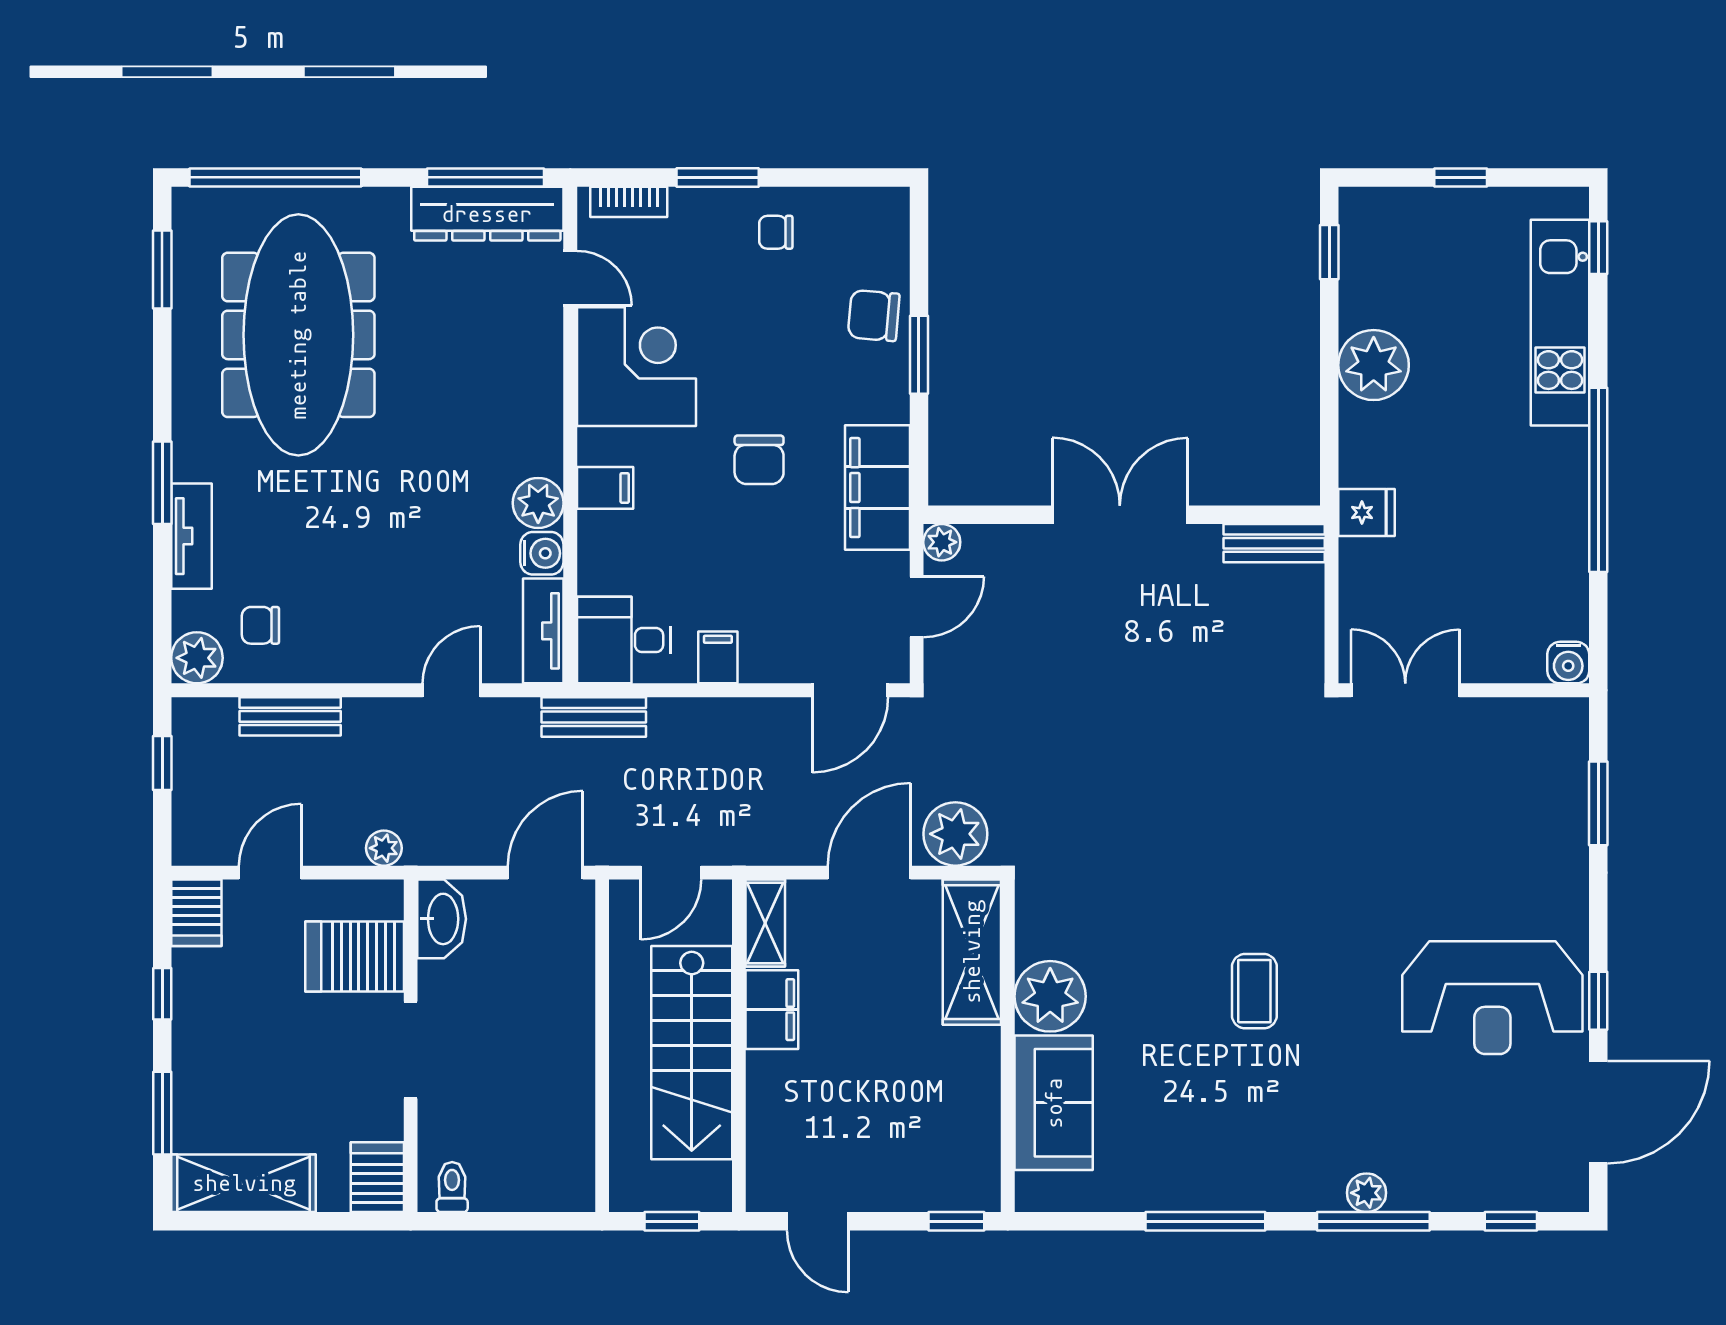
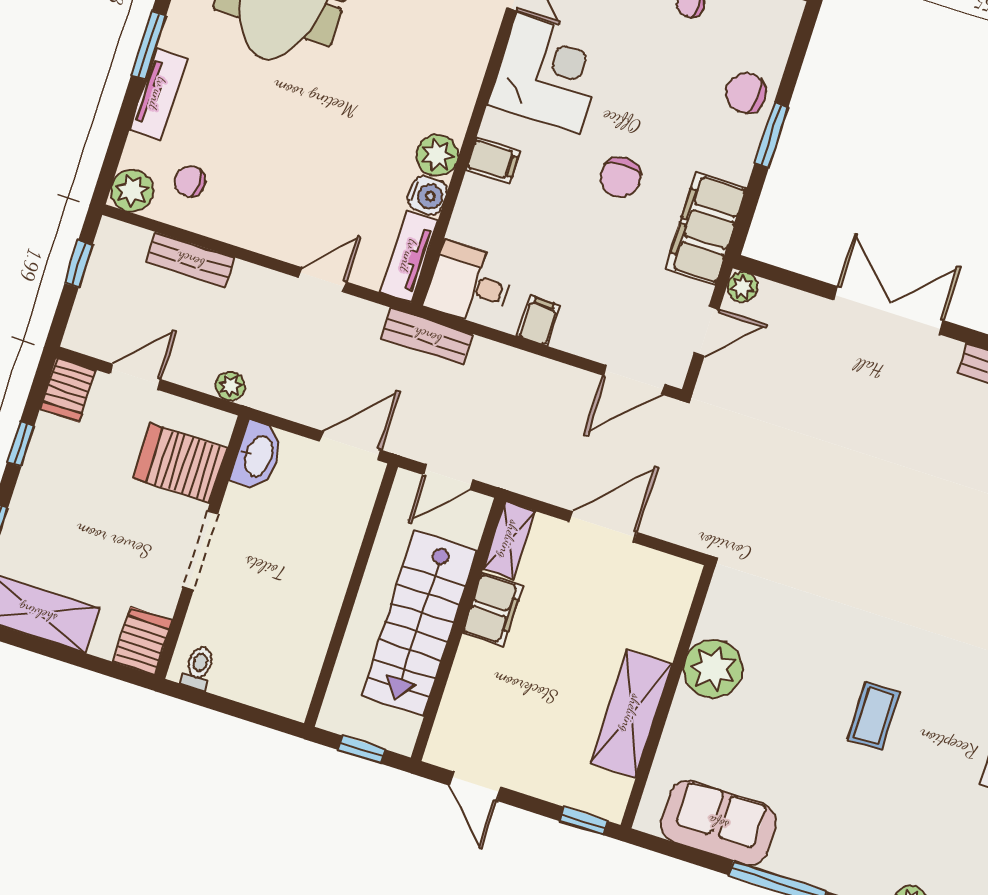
plant: (955, 834) -> (680, 518), removed
shelving: (972, 952) -> (631, 714), moved
sofa: (1054, 1103) -> (718, 823), moved, turned -90

